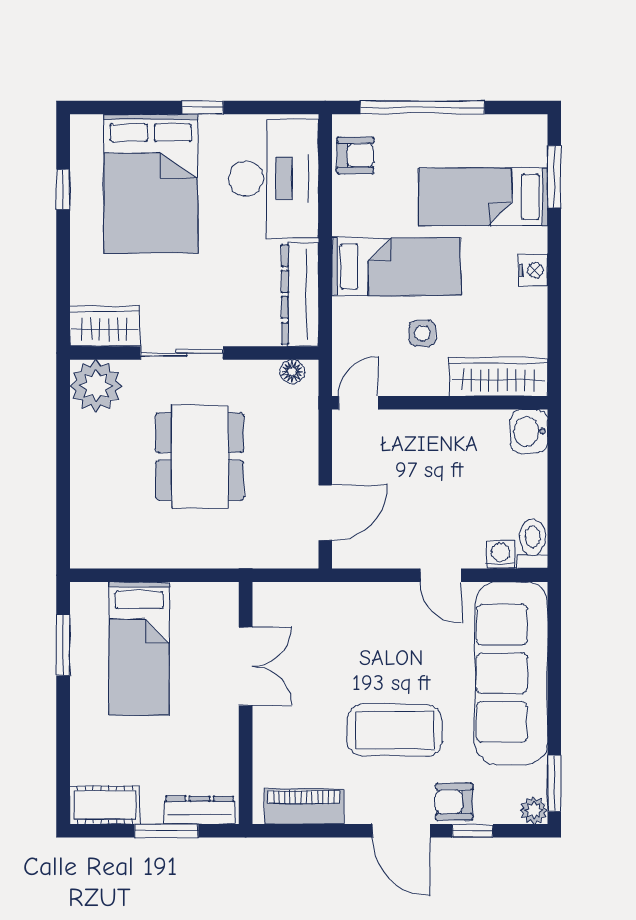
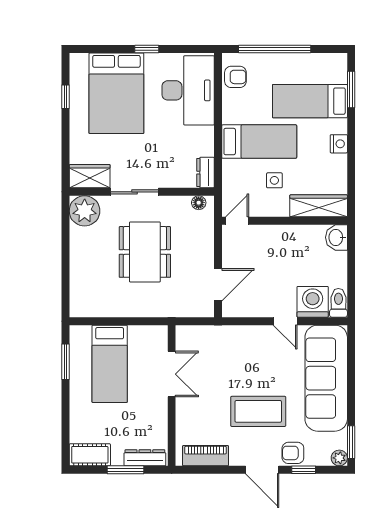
dresser: (300, 294) -> (205, 173), width x0.51, depth x0.80
washing machine: (501, 555) -> (313, 302), width x1.89, depth x1.89

